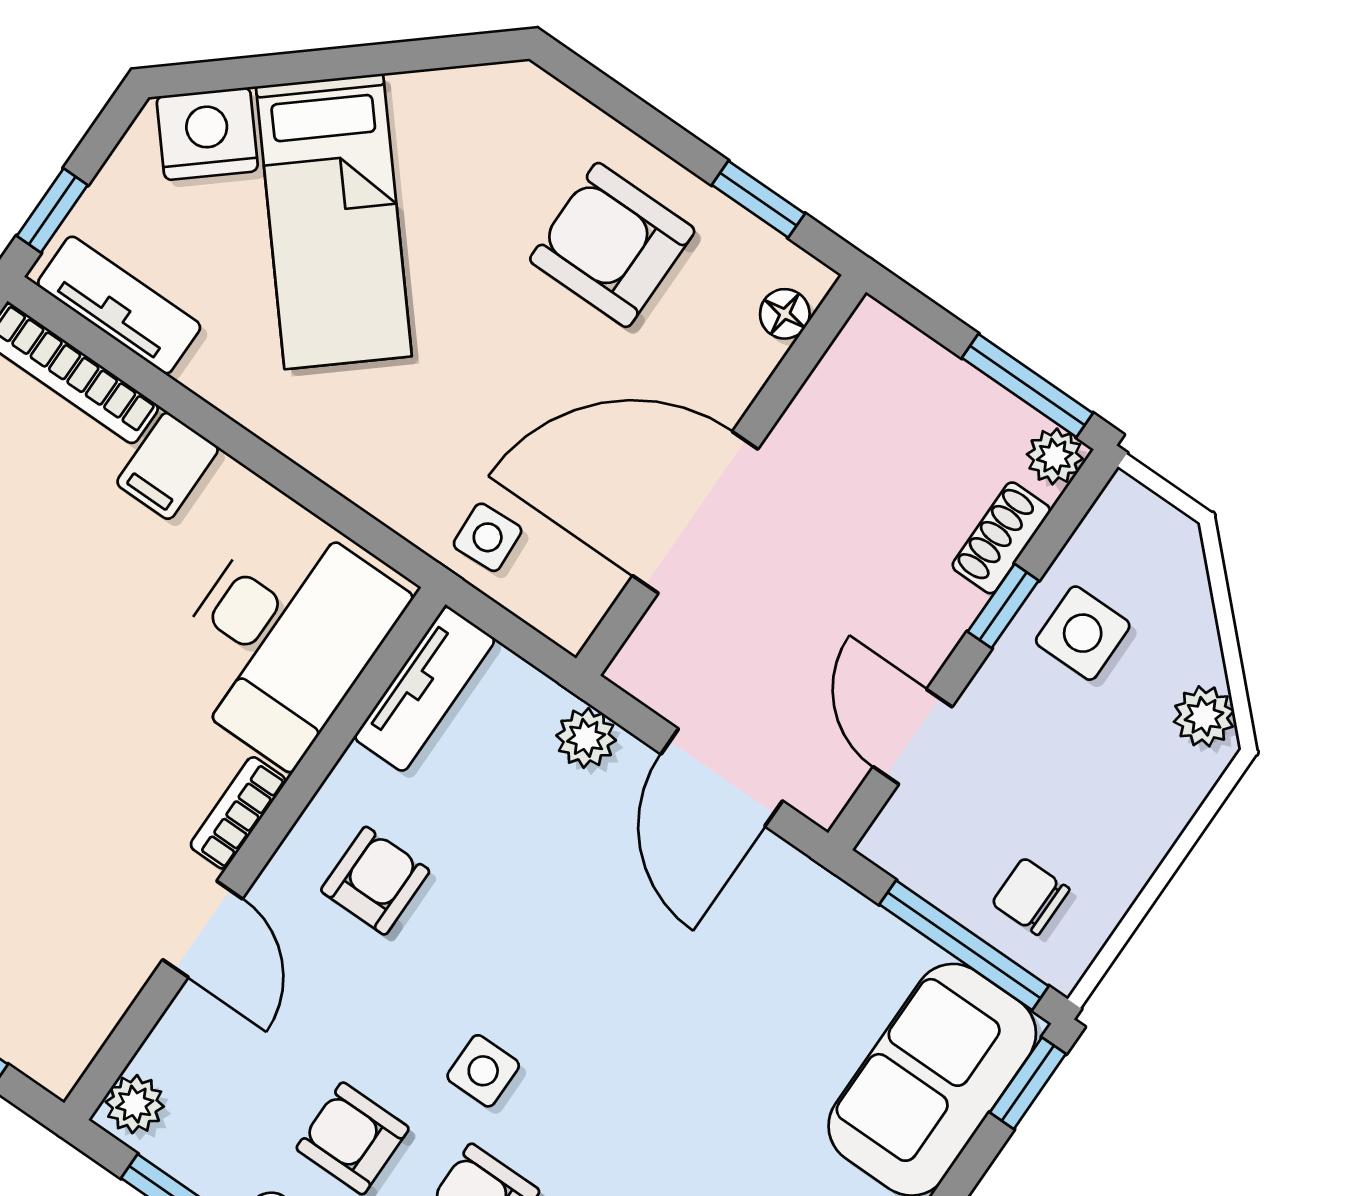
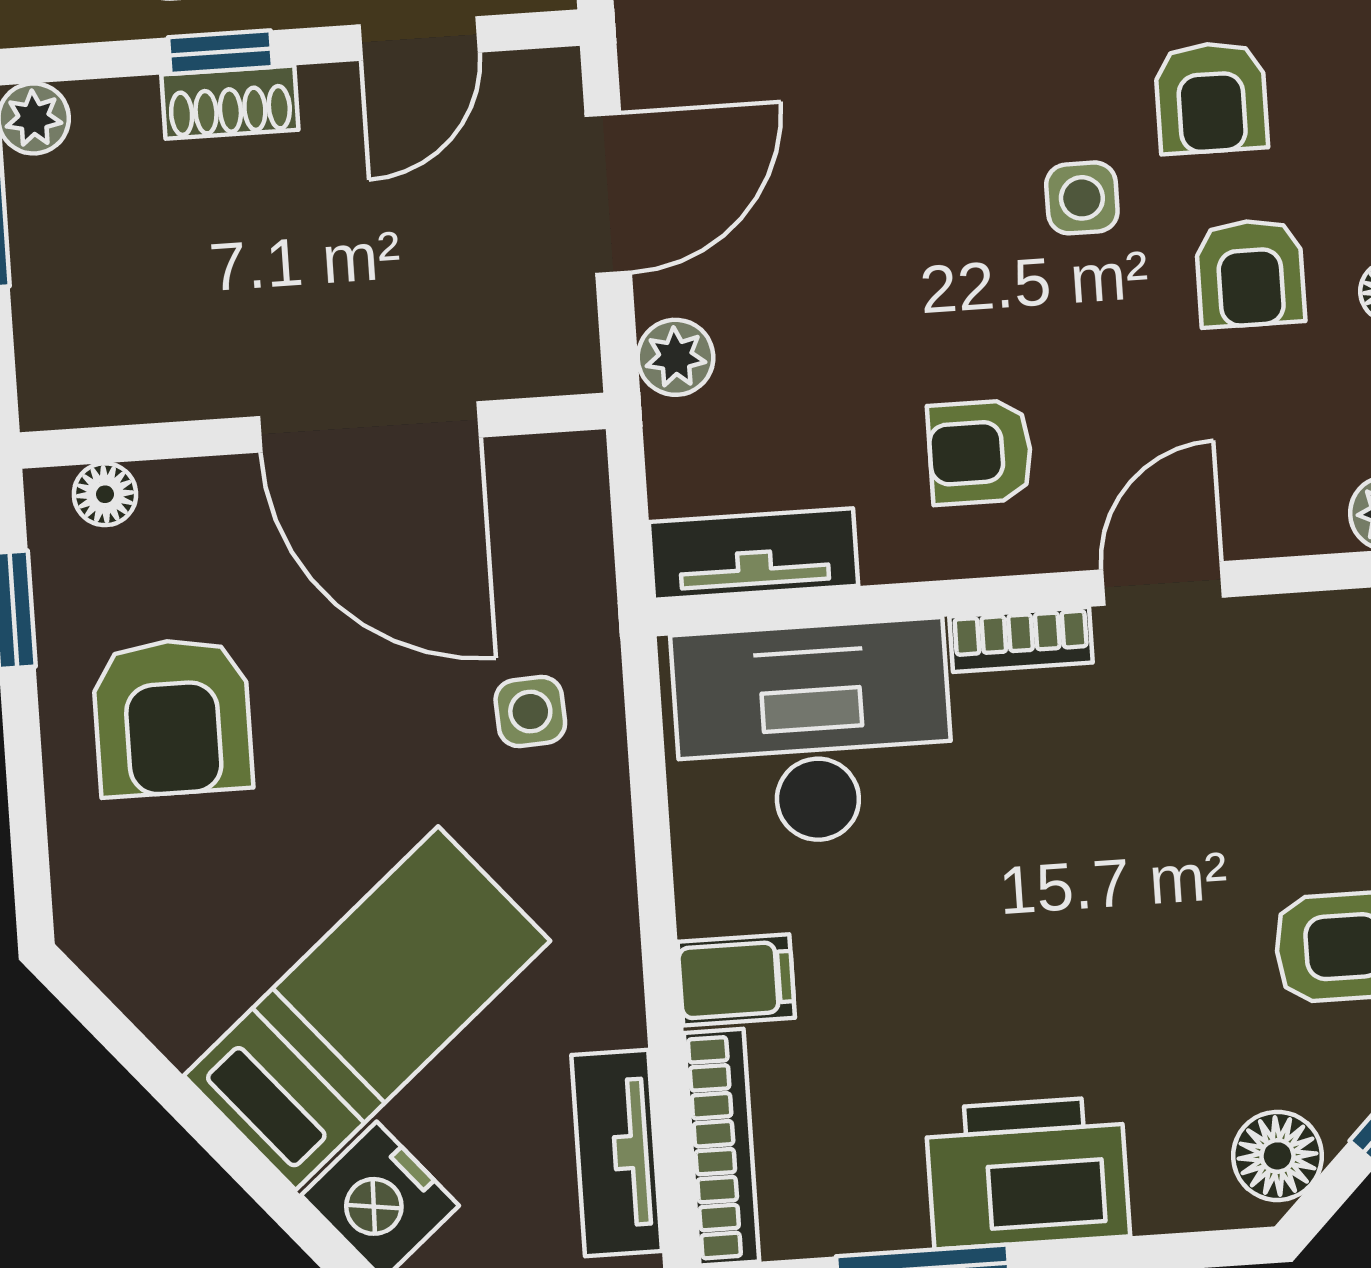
side table: (488, 537) -> (530, 711), moved
shoe rack: (1001, 538) -> (230, 102), moved

